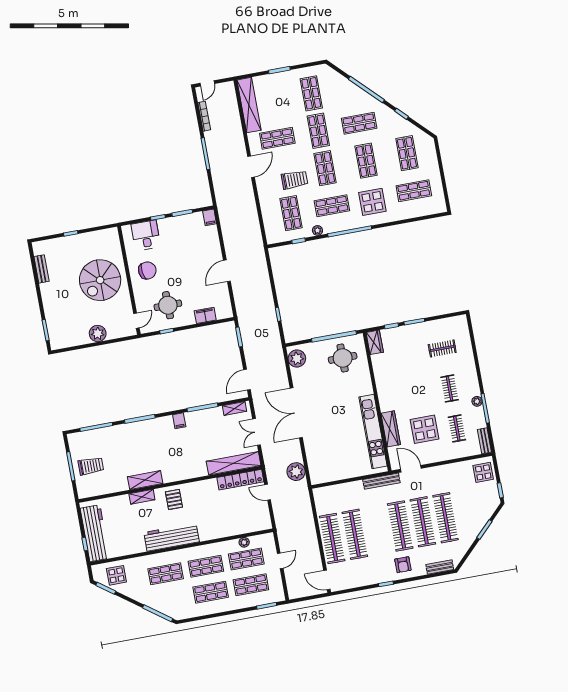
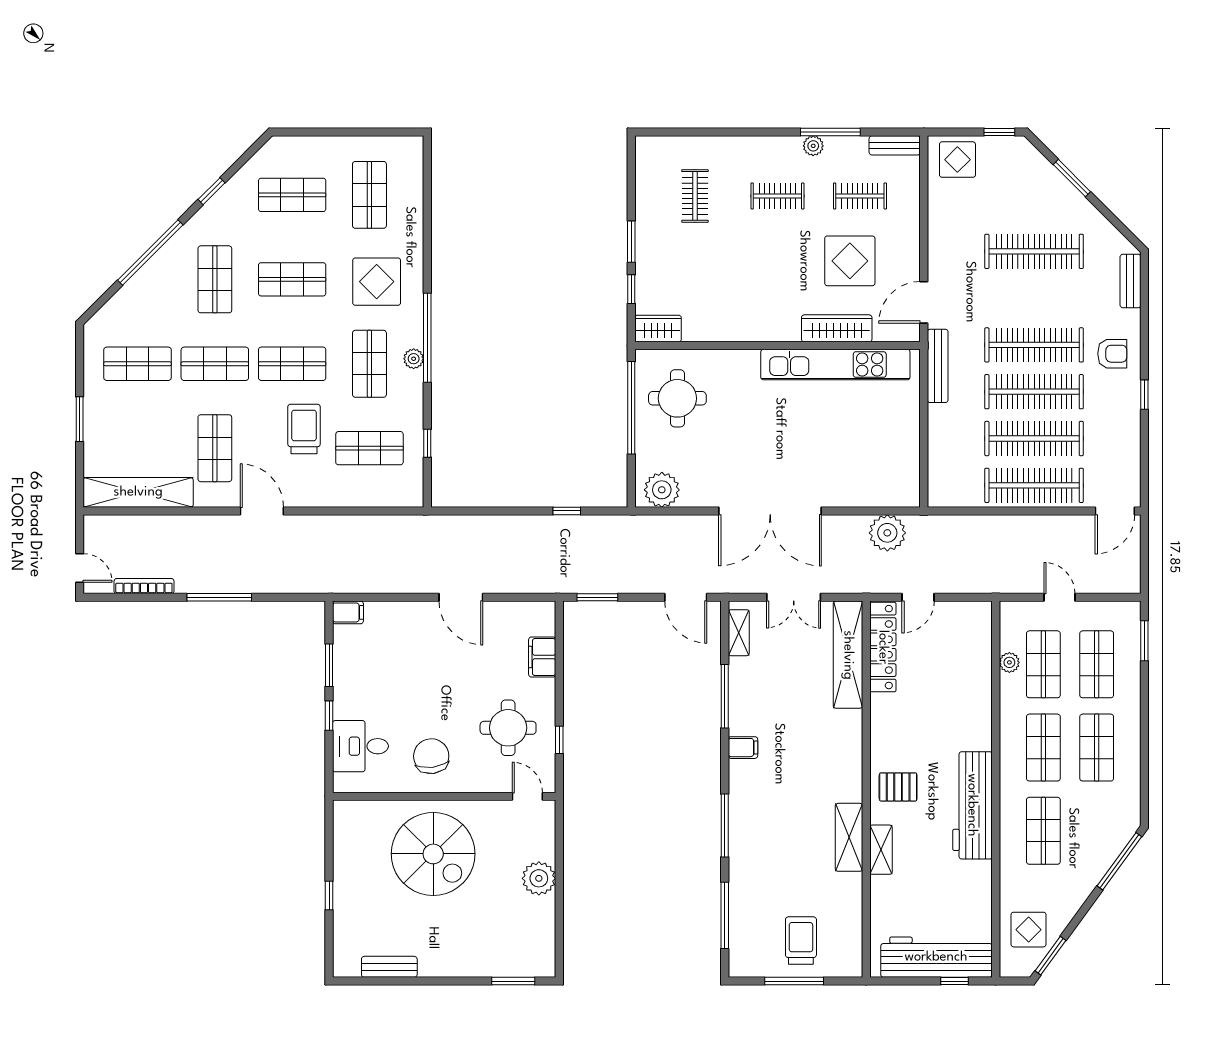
plant: (317, 230) -> (414, 359), moved
clothes rail: (423, 522) -> (1034, 392), moved

